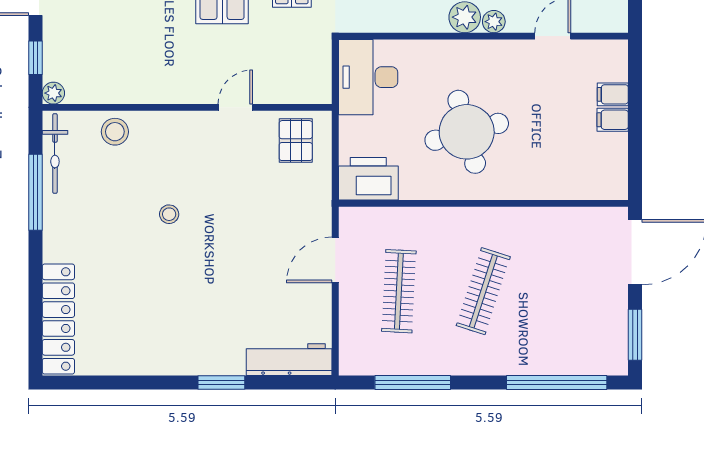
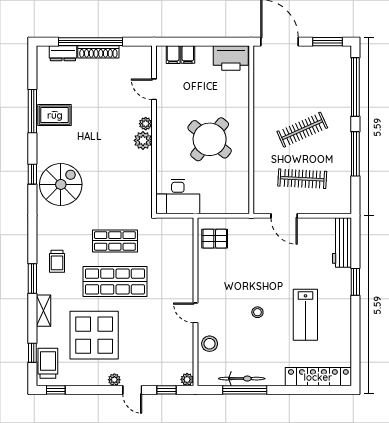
door: (235, 107) -> (195, 313), moved
filing cabinet: (613, 120) -> (173, 55), moved
round table: (467, 132) -> (210, 139), turned -36
bicycle: (55, 154) -> (242, 379), moved
printer: (368, 179) -> (231, 58), moved, turned -90
clothes rail: (483, 291) -> (302, 130), turned -42
lab bench: (165, 297) -> (305, 315), added
window: (413, 383) -> (355, 154), moved

